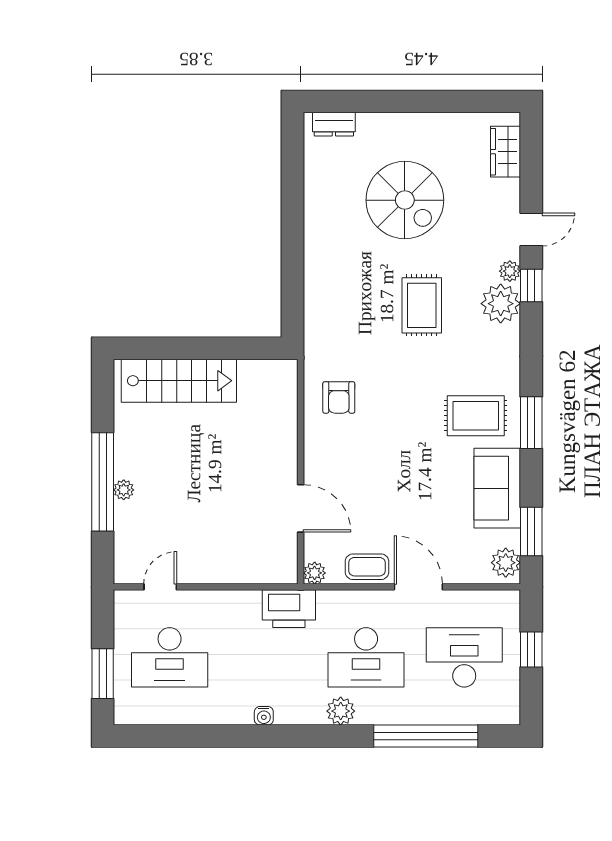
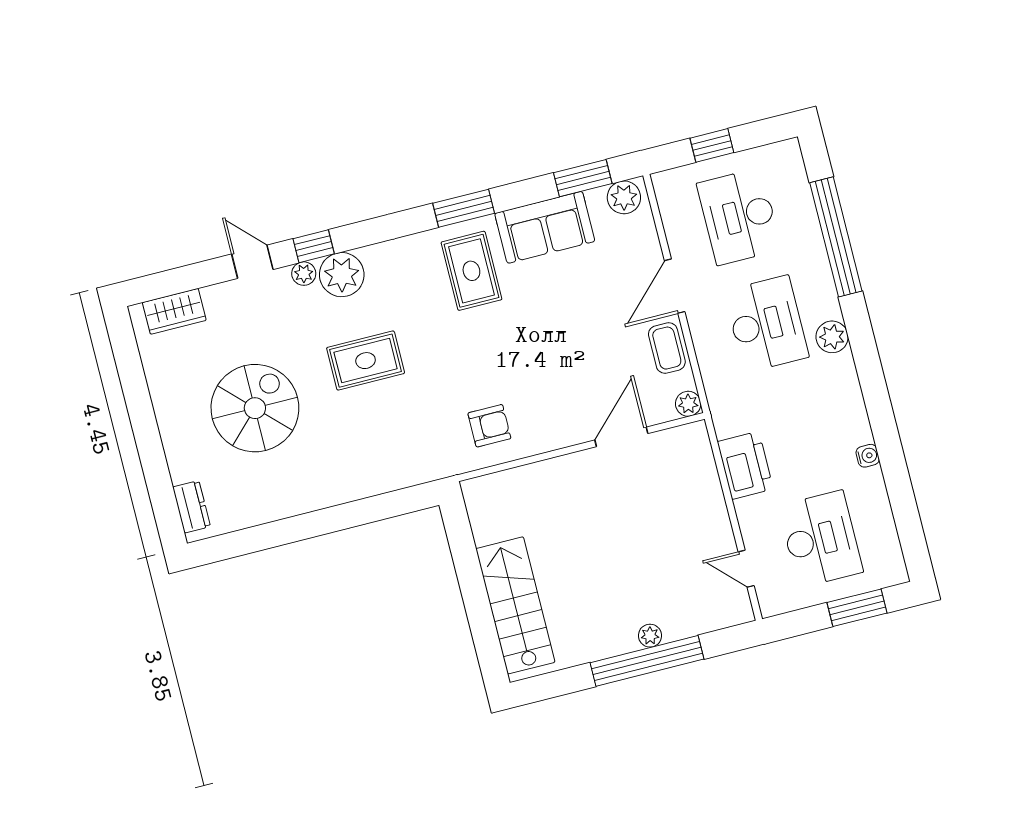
printer: (289, 609) -> (745, 465), moved
water cooler: (264, 716) -> (868, 456), moved

